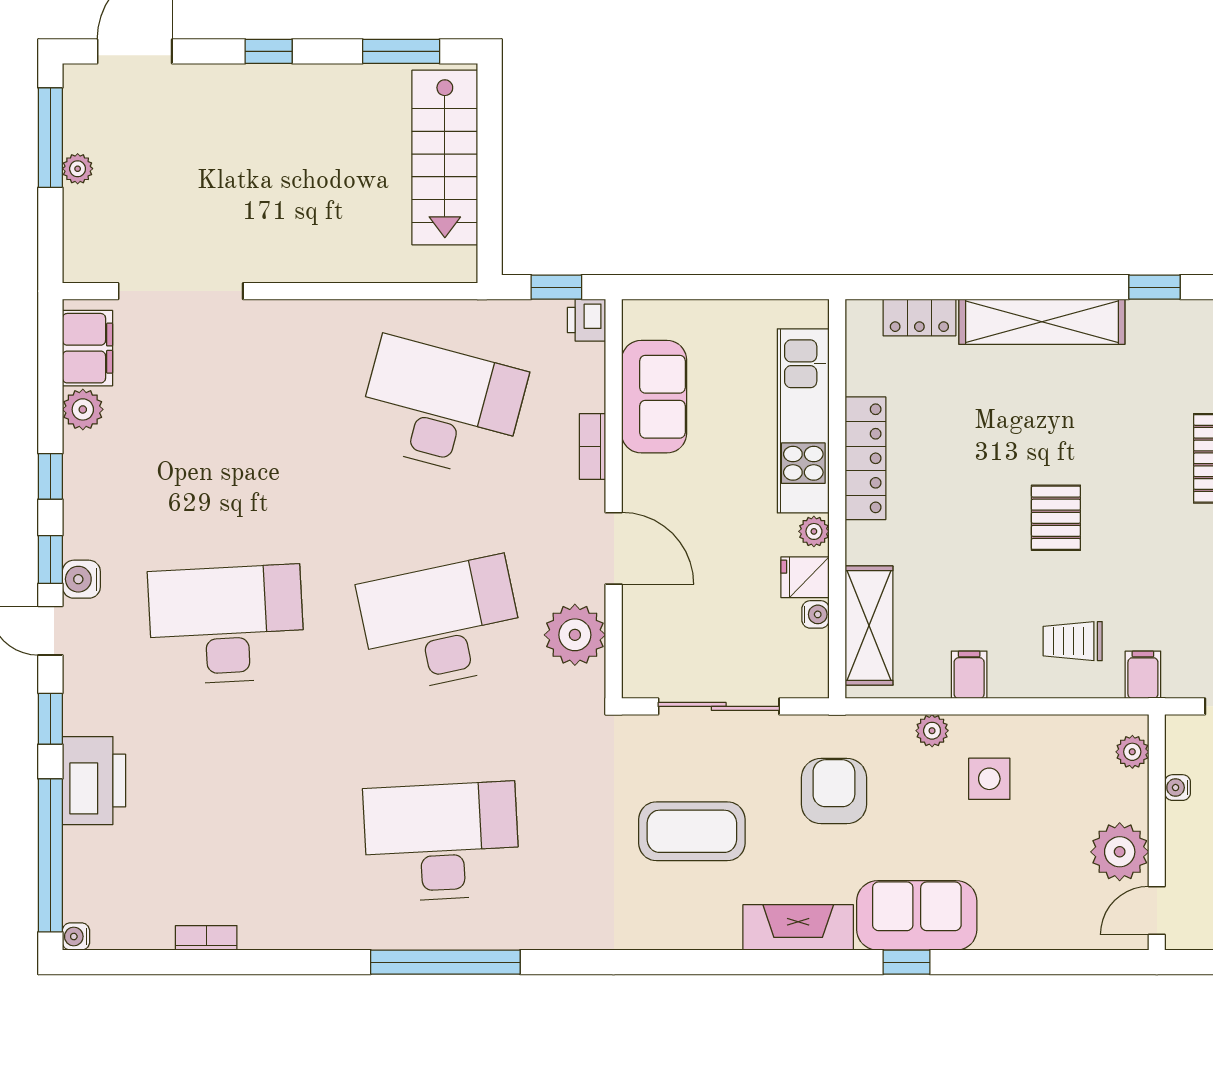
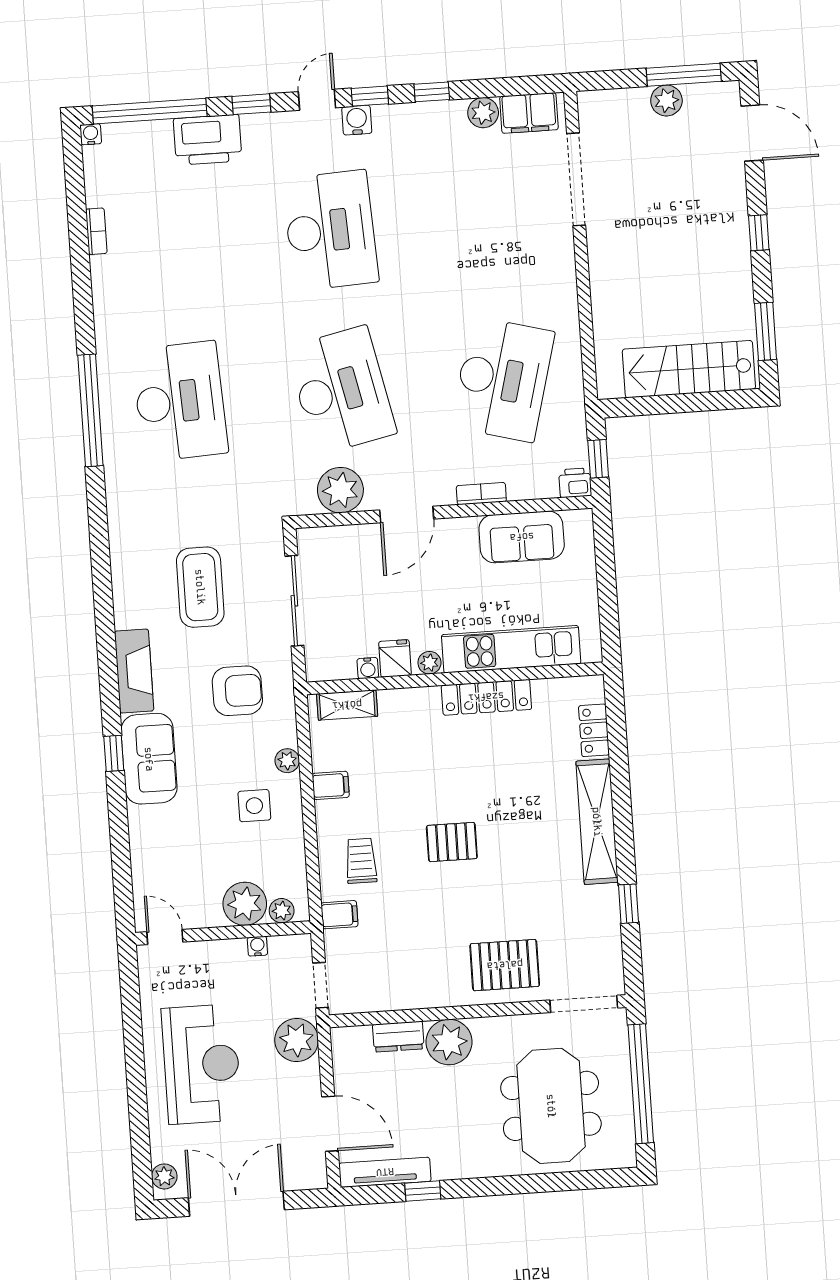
plant: (78, 169) -> (666, 101), width x1.38, depth x1.38
shelving: (869, 626) -> (347, 705), width x0.67, depth x0.75
plant: (1120, 852) -> (245, 904), moved

